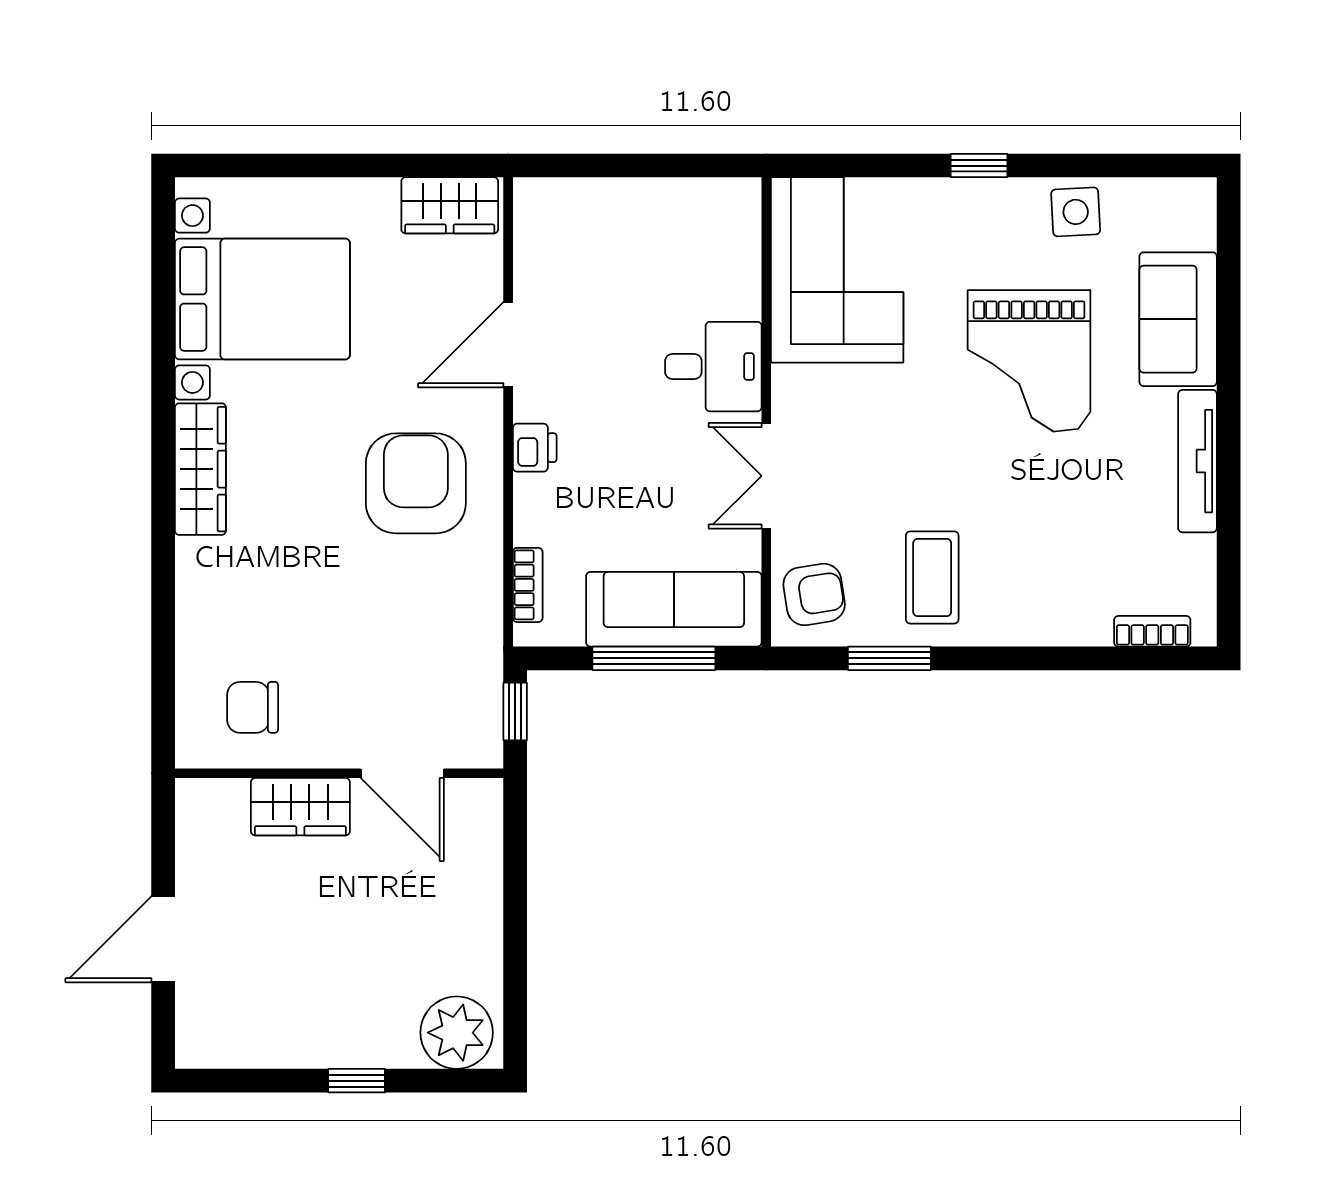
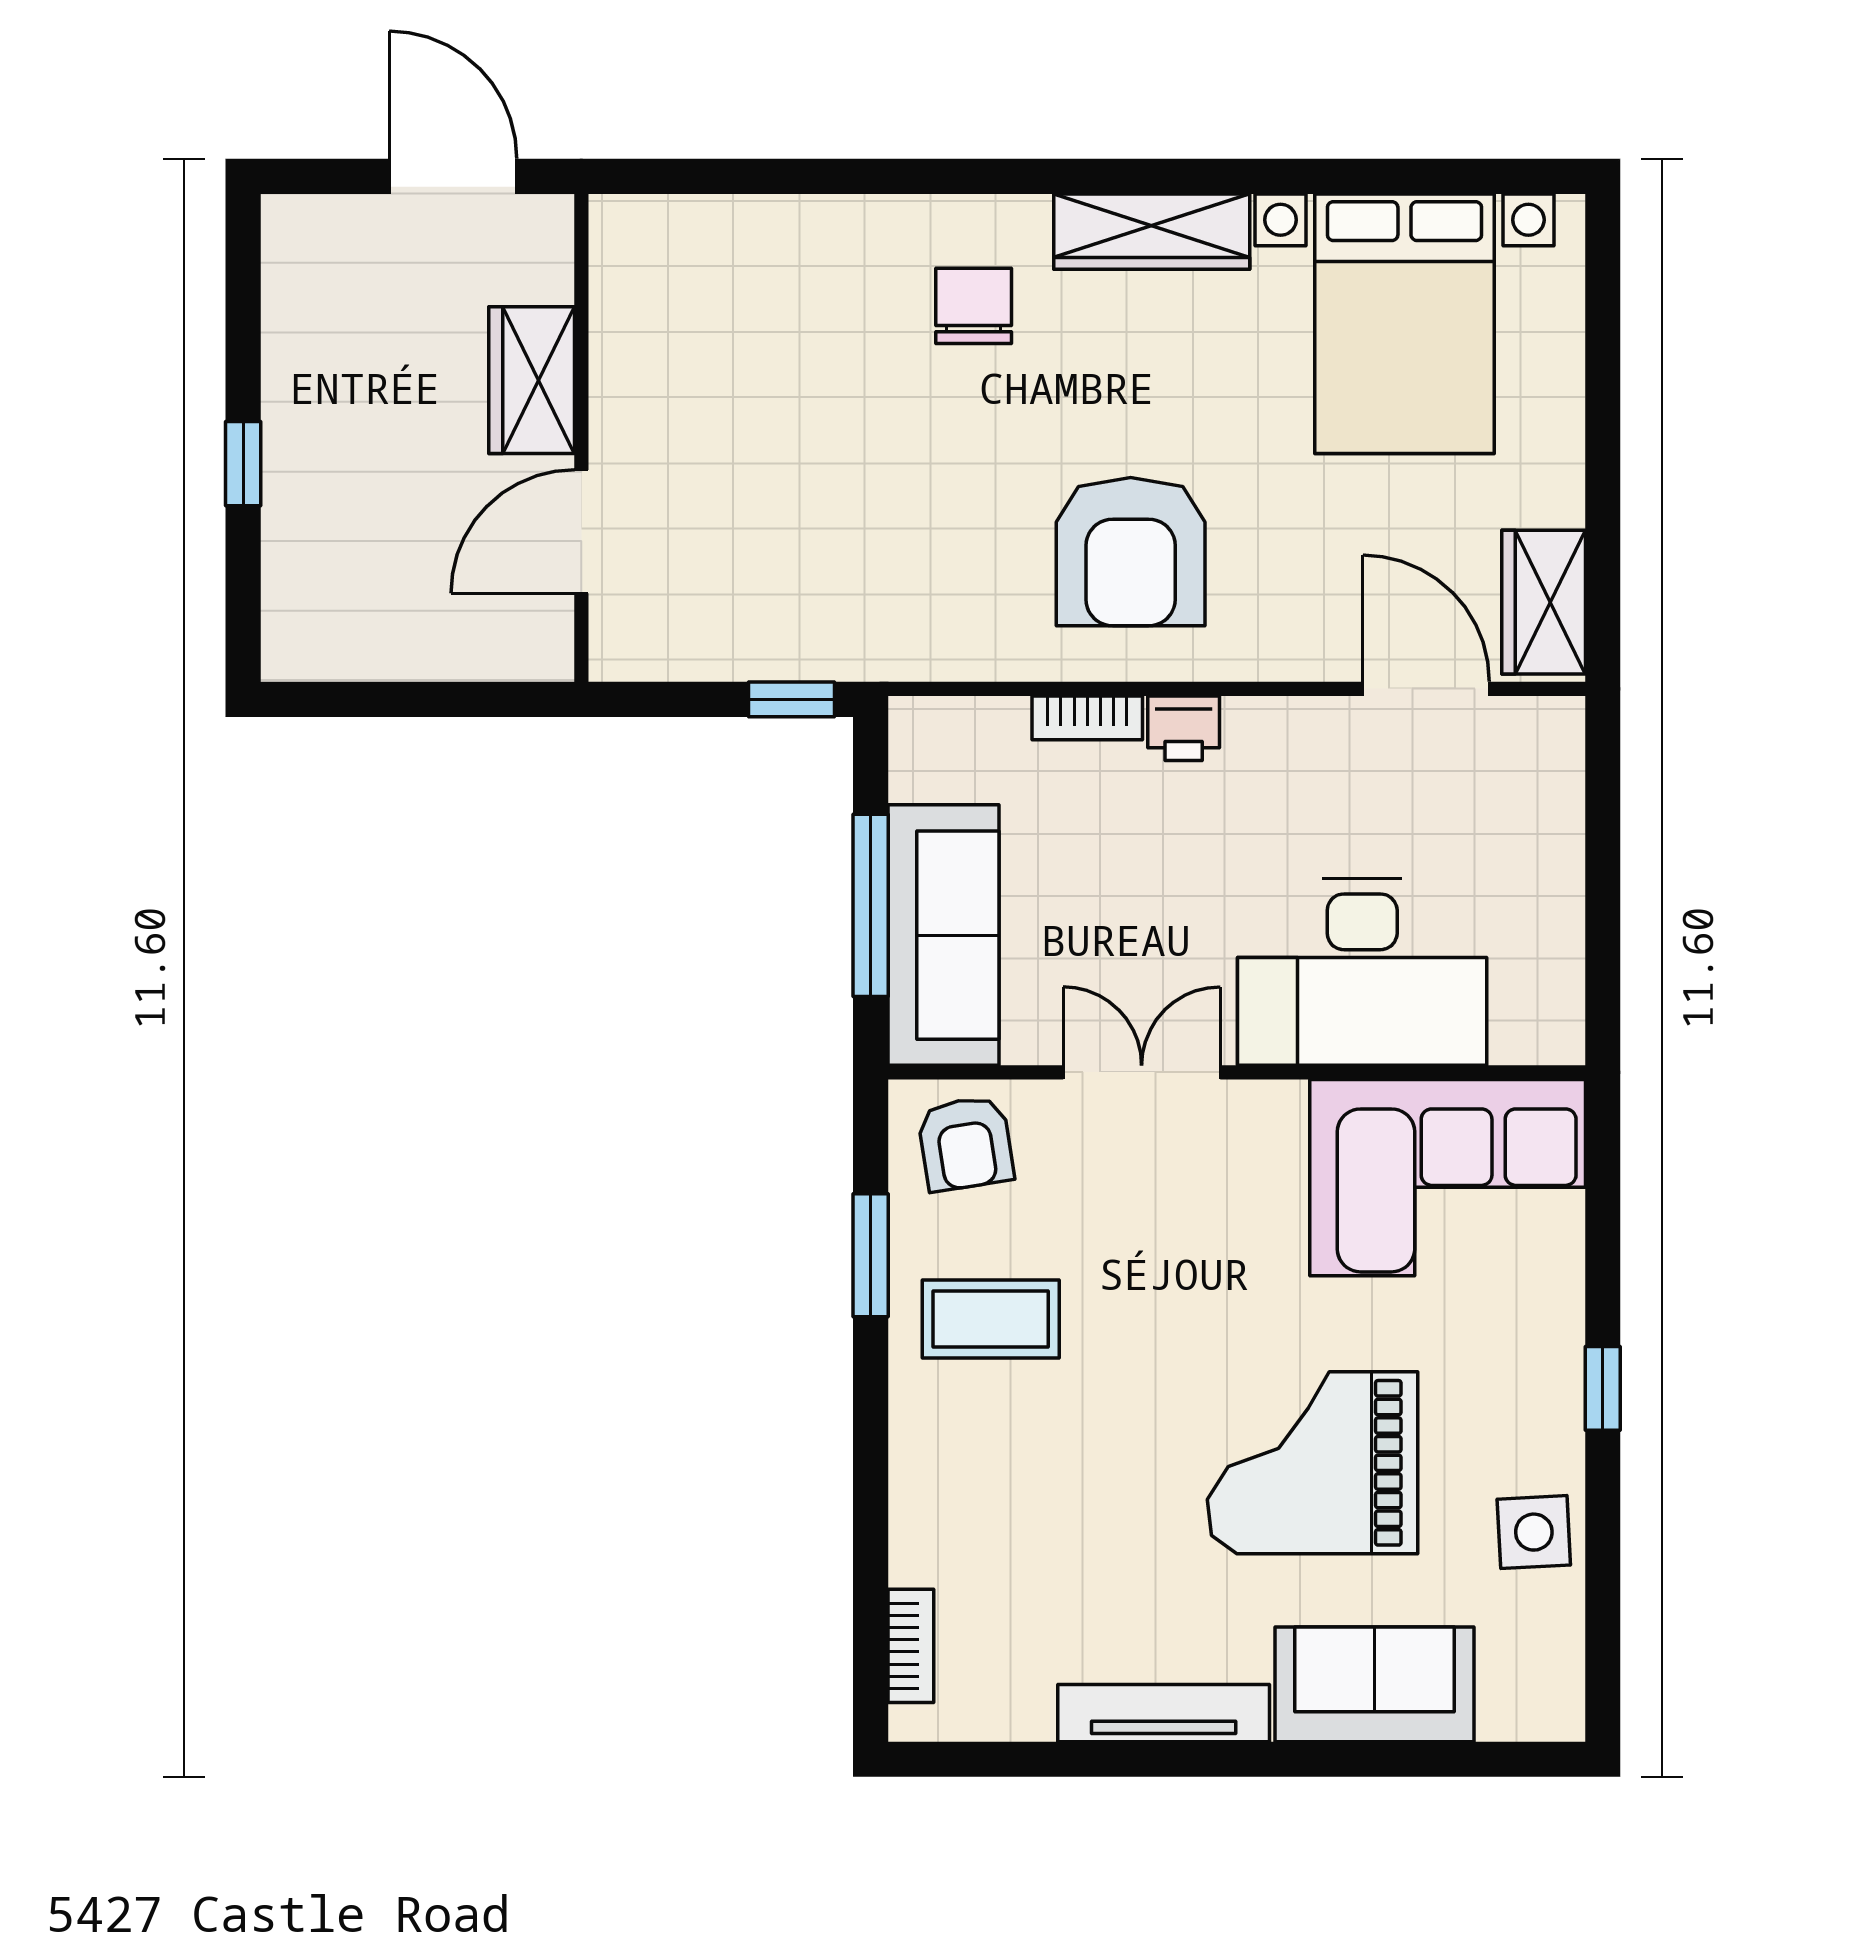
door: (508, 345) -> (1426, 689), moved
desk: (713, 367) -> (1362, 972), width x1.87, depth x1.30
armchair: (416, 483) -> (1131, 552), turned 90
bookcase: (528, 585) -> (1087, 718), moved
chair: (253, 707) -> (974, 306), moved
wall: (339, 773) -> (581, 438), moved
door: (402, 773) -> (581, 532), moved
wardrobe: (300, 807) -> (532, 380), moved
plant: (457, 1033) -> (314, 612), removed

